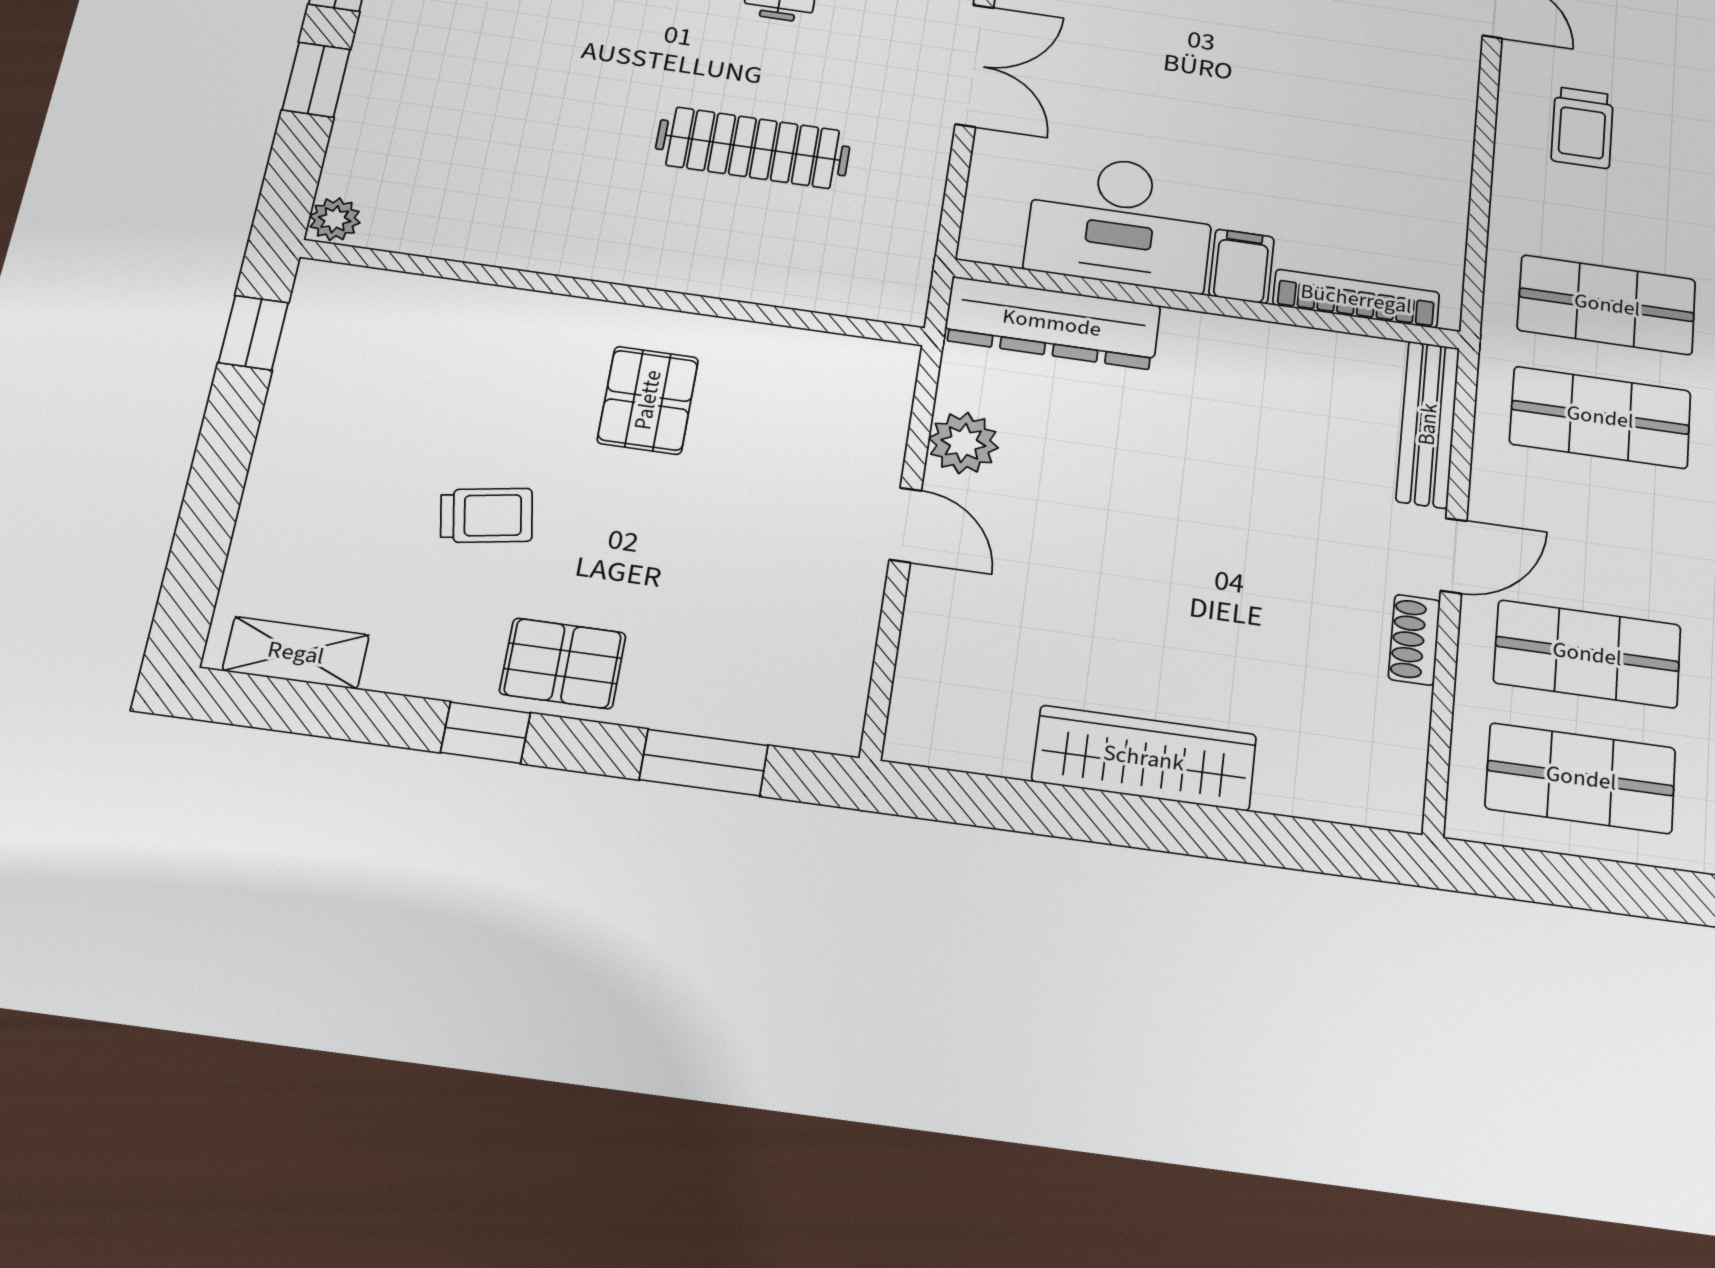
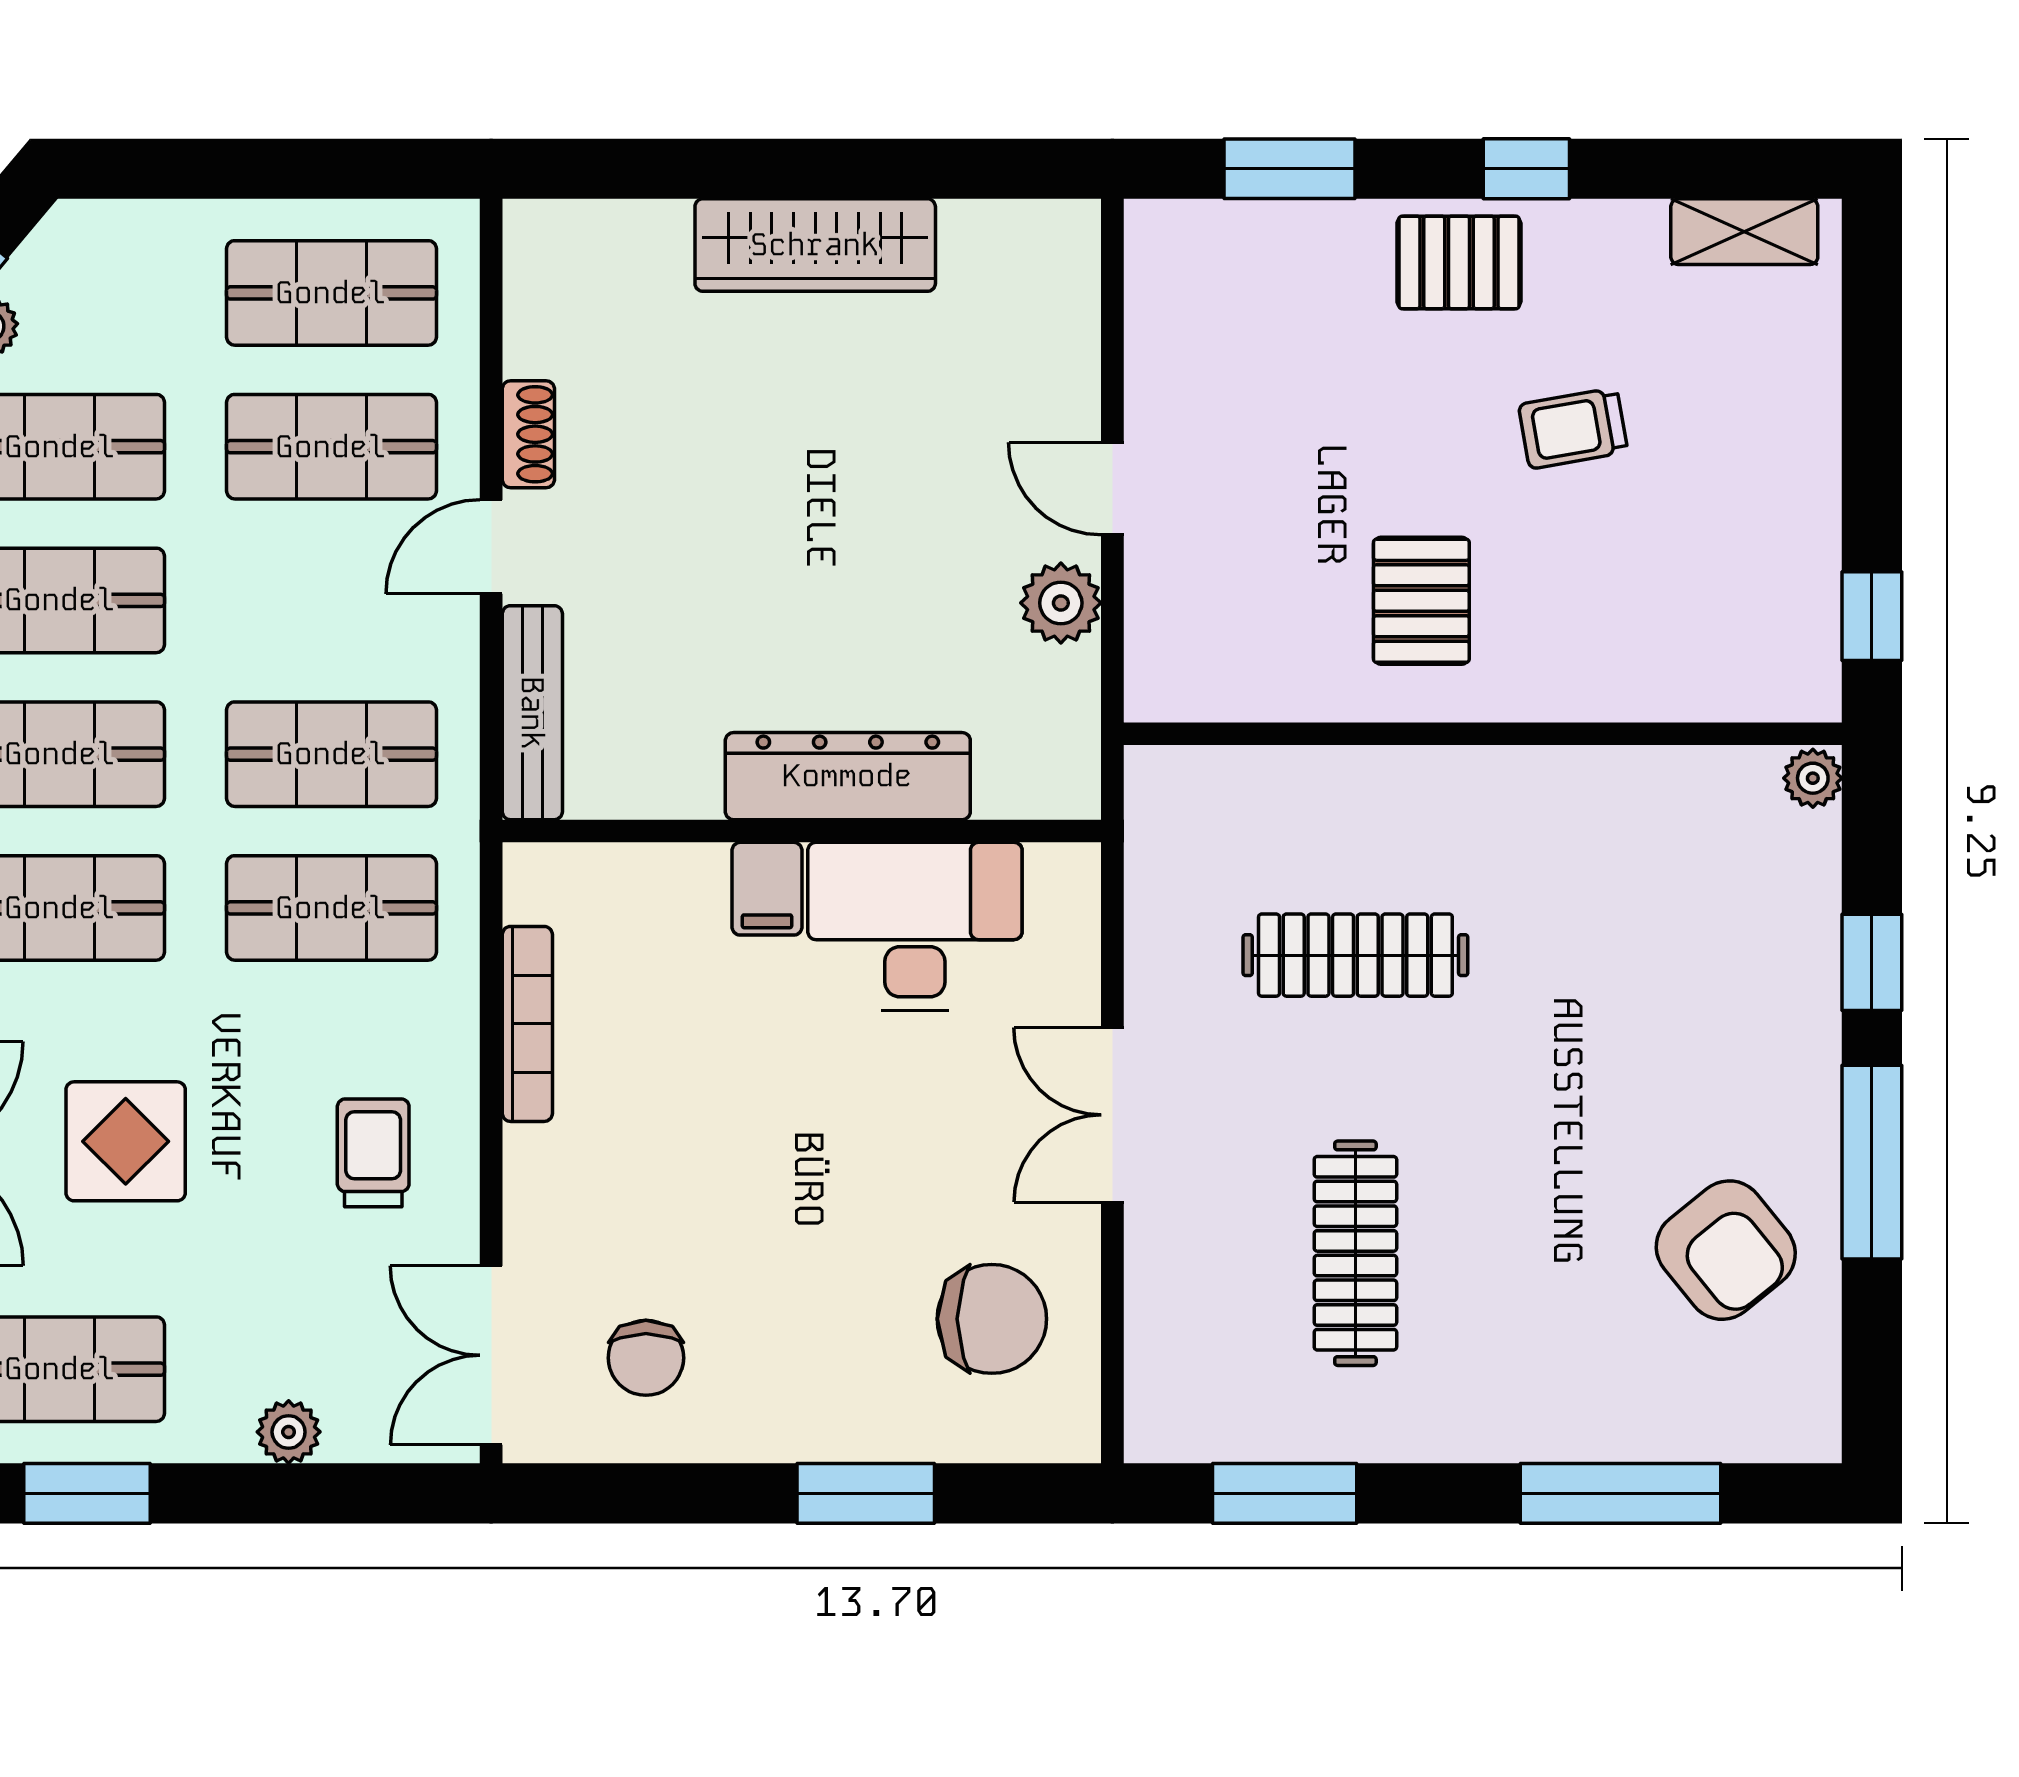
bookcase: (1356, 299) -> (527, 1024), moved, turned -90
dresser: (1052, 323) -> (848, 776), moved

